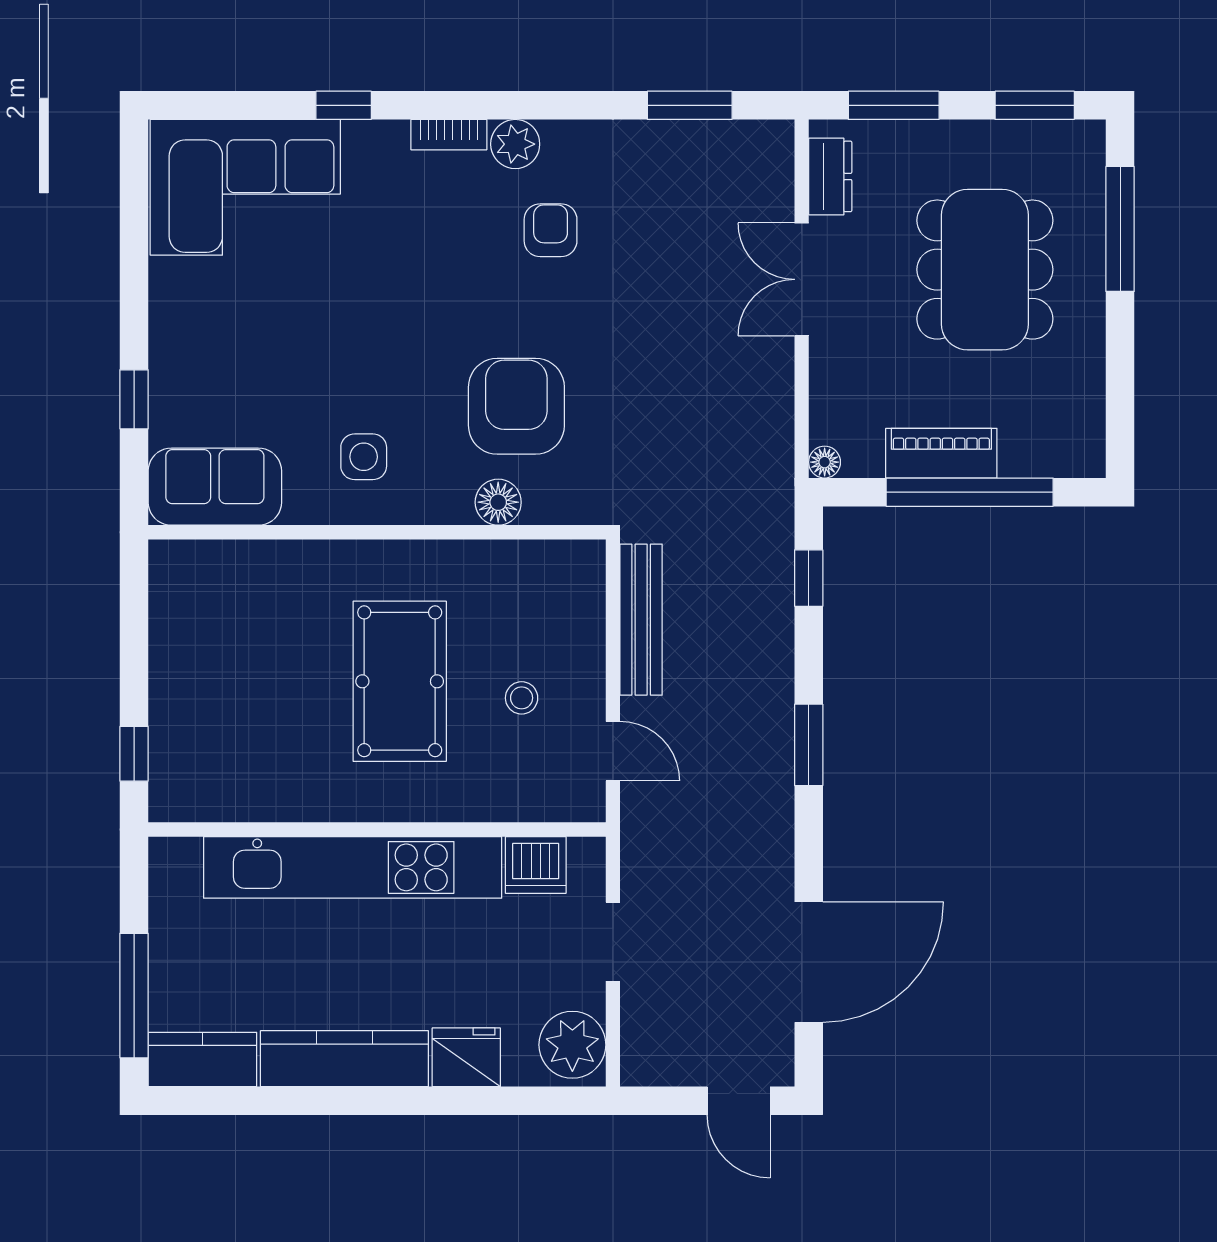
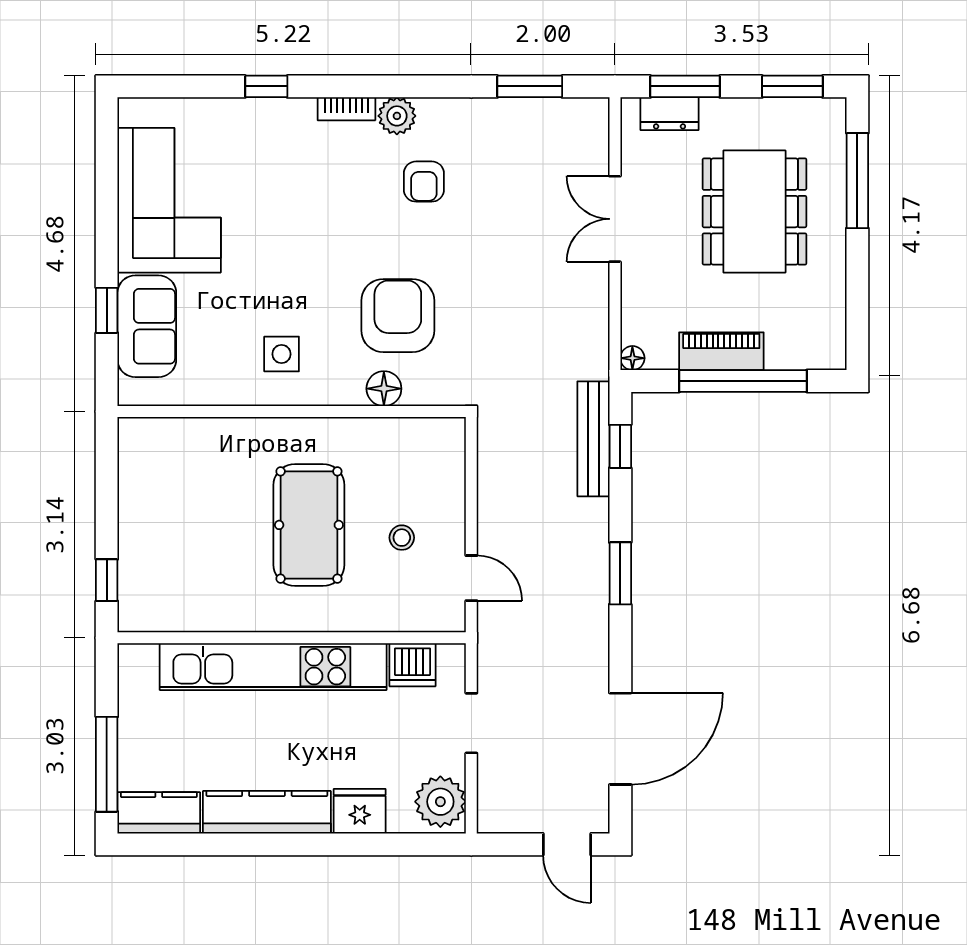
dresser: (830, 176) -> (669, 114), moved, turned 90
corner sofa: (245, 187) -> (169, 200), moved, turned -90
armchair: (551, 230) -> (424, 182), turned 180
sofa: (215, 487) -> (147, 326), moved, turned 90
bench: (641, 620) -> (593, 439), moved

